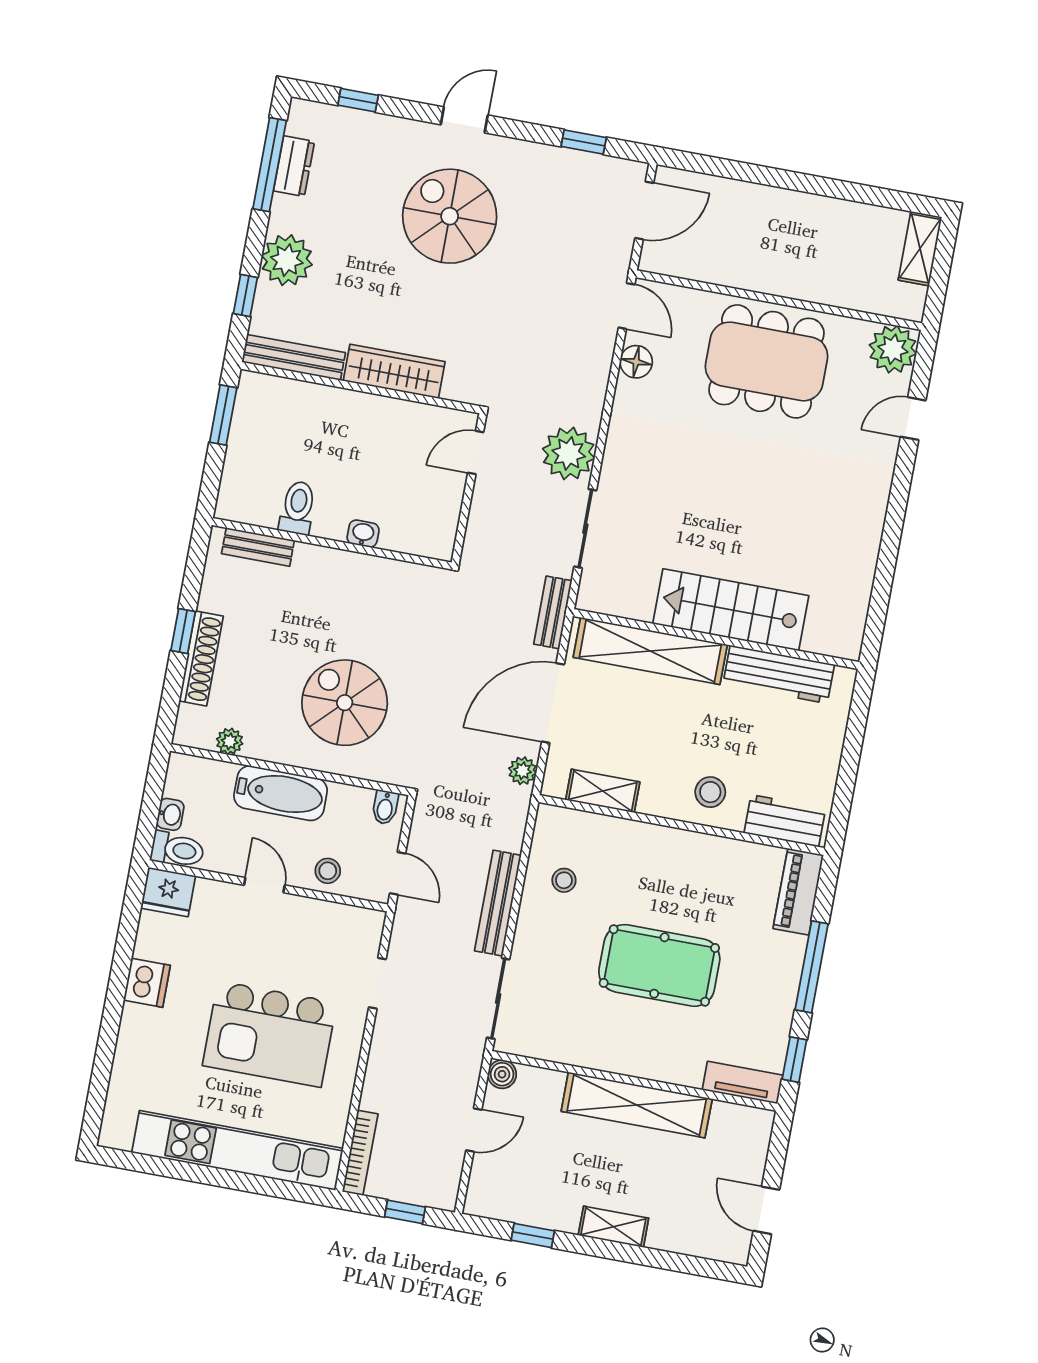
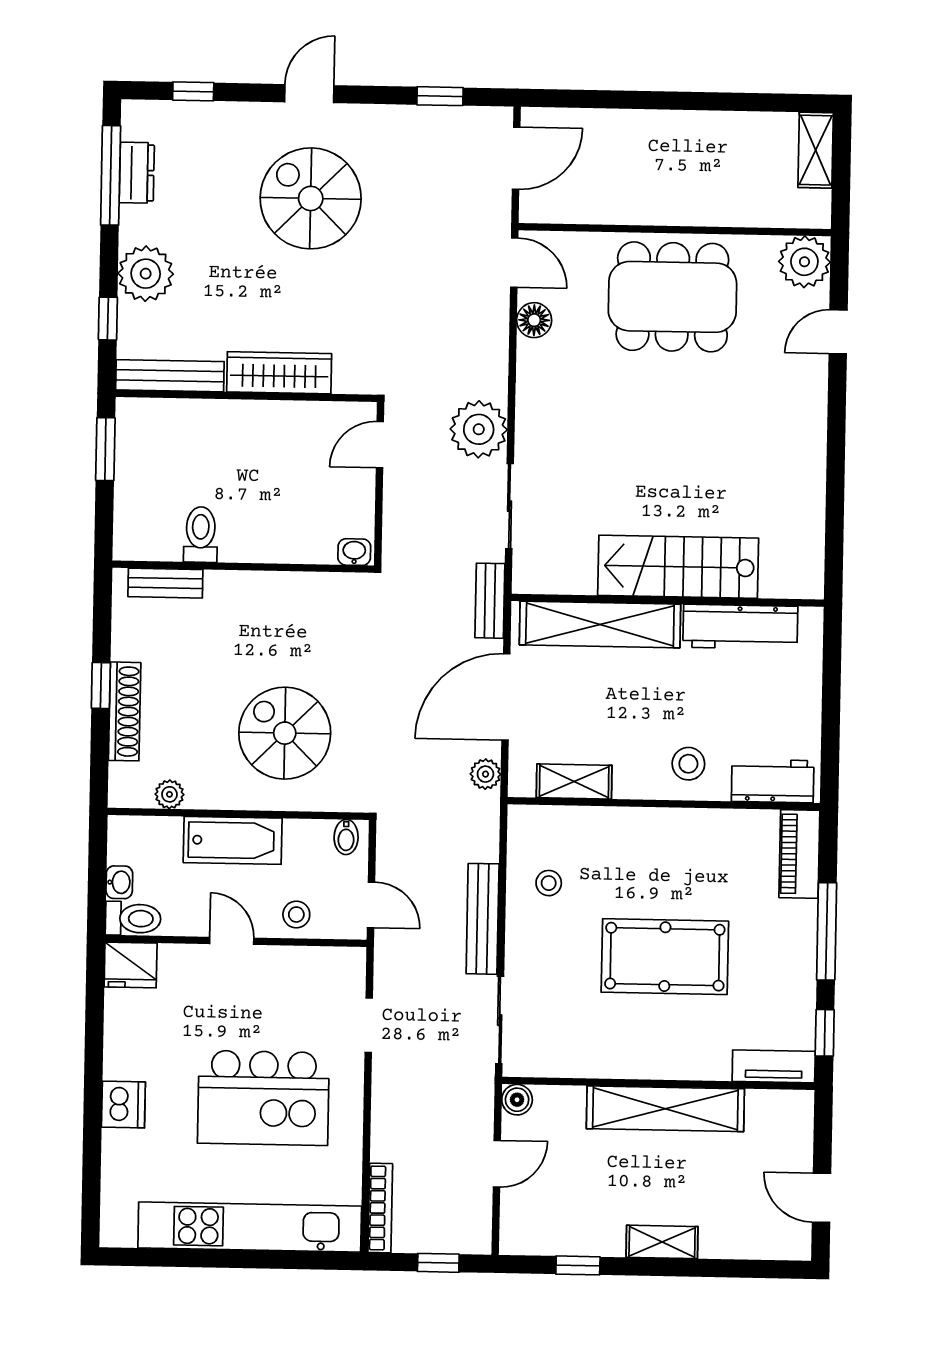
washbasin: (363, 534) -> (354, 552), moved
dishwasher: (147, 983) -> (123, 1104), moved

